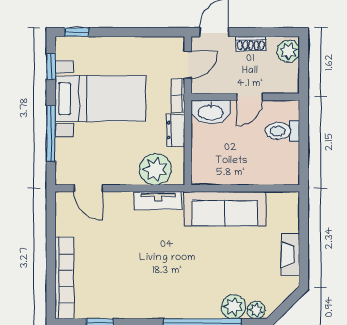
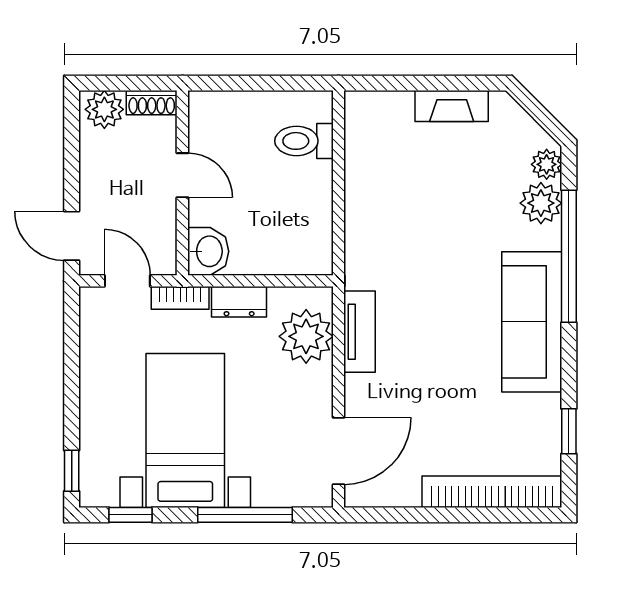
shoe rack: (251, 44) -> (152, 103), moved, turned 90
washbasin: (211, 112) -> (208, 251), width x0.72
toilet: (282, 131) -> (304, 141), moved, turned 90
door: (88, 188) -> (338, 451), width x1.38
sofa: (225, 209) -> (532, 322), moved, turned 180

